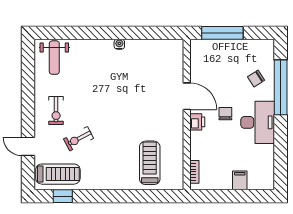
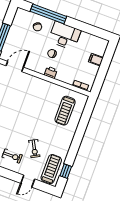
door: (187, 96) -> (15, 67), moved
treadmill: (150, 163) -> (65, 111), turned -90

